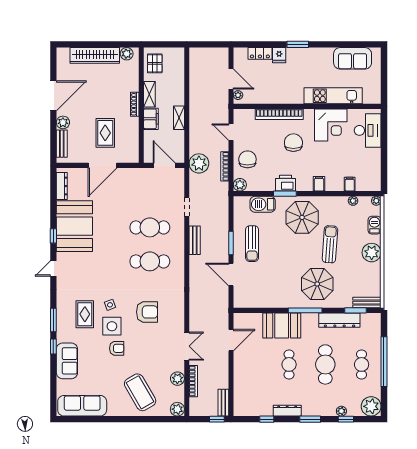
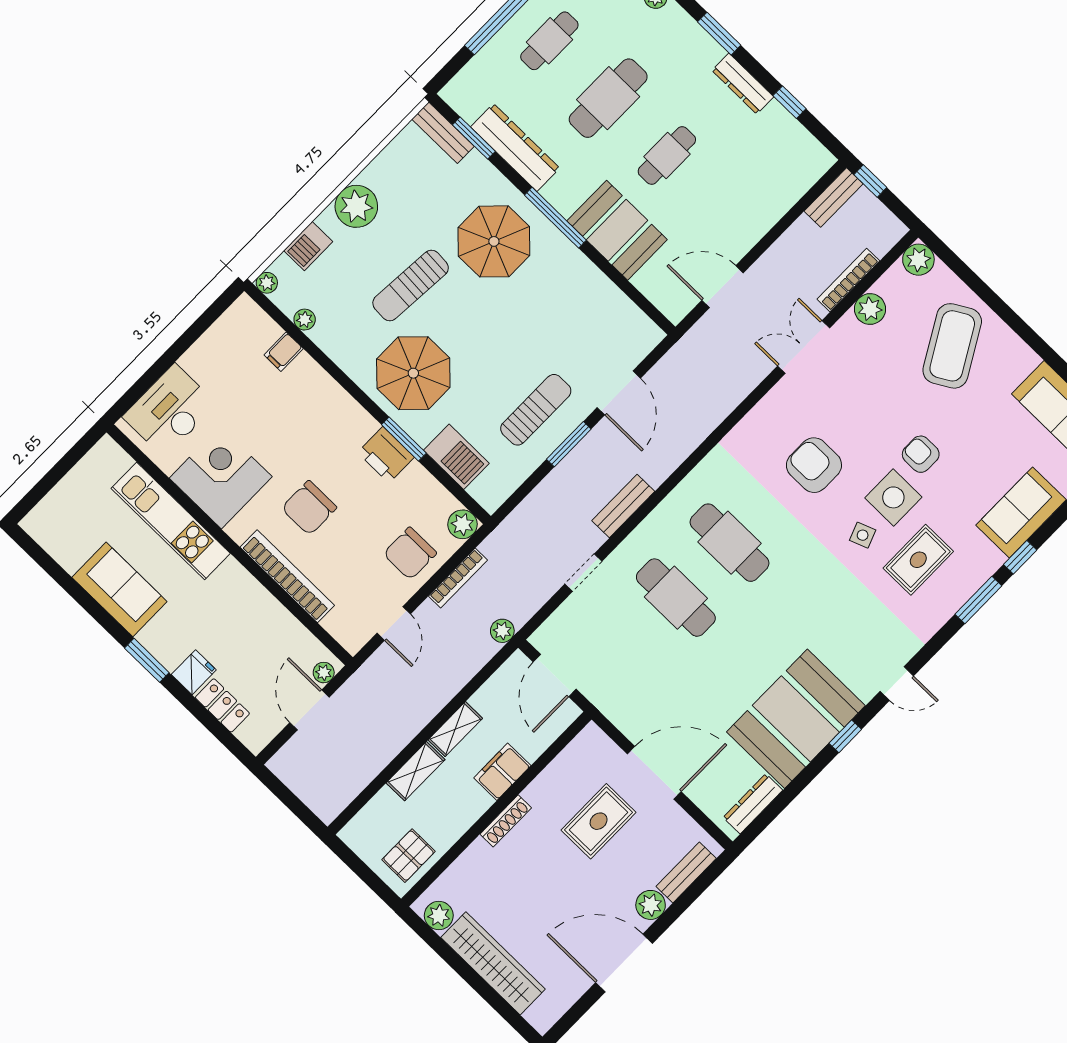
sofa: (353, 58) -> (119, 589), moved
shelving: (149, 94) -> (416, 771), moved
plant: (199, 163) -> (502, 631), width x0.53, depth x0.53
filing cabinet: (319, 184) -> (333, 401), removed

